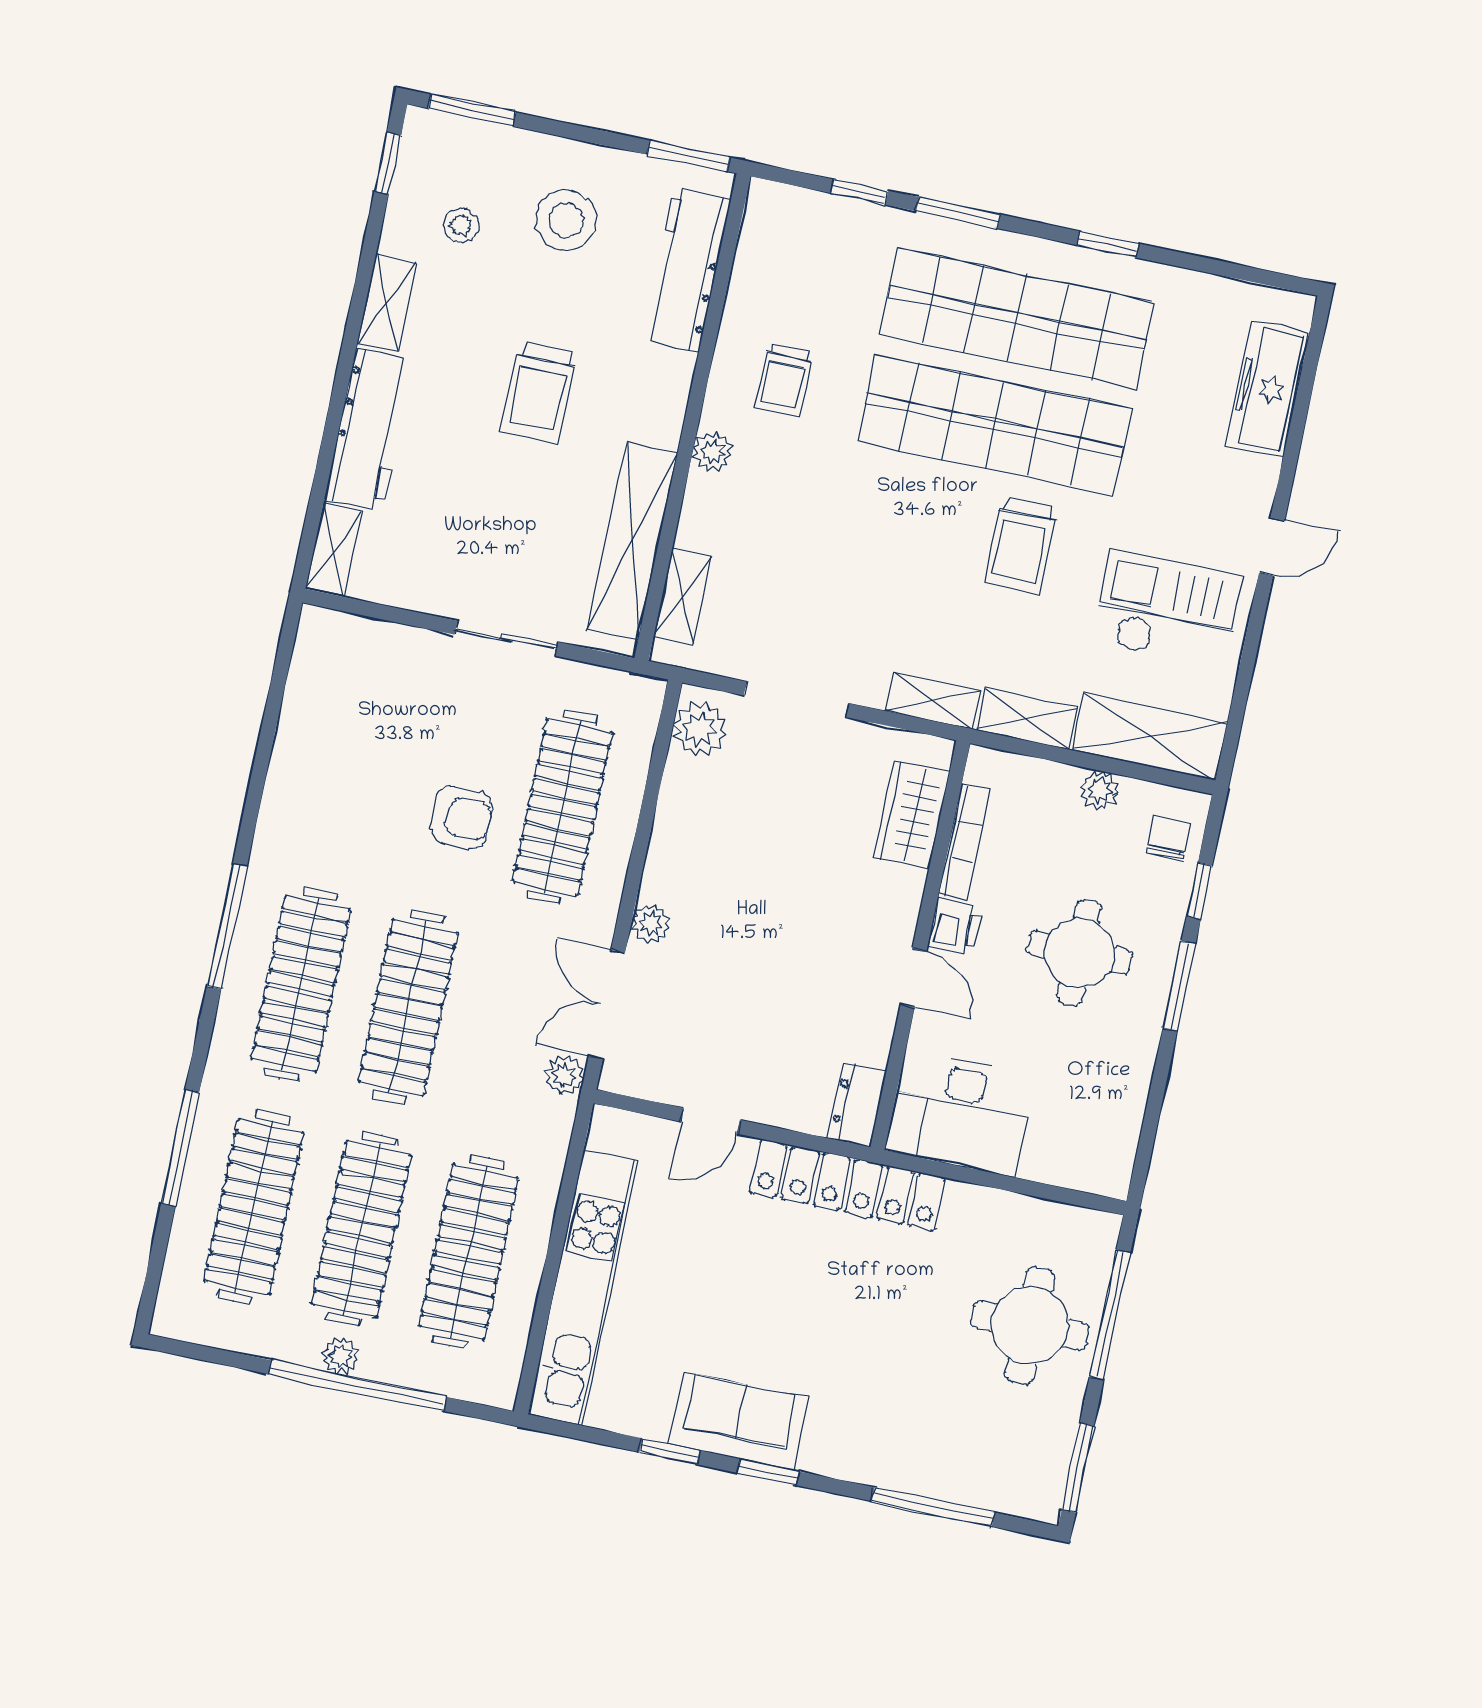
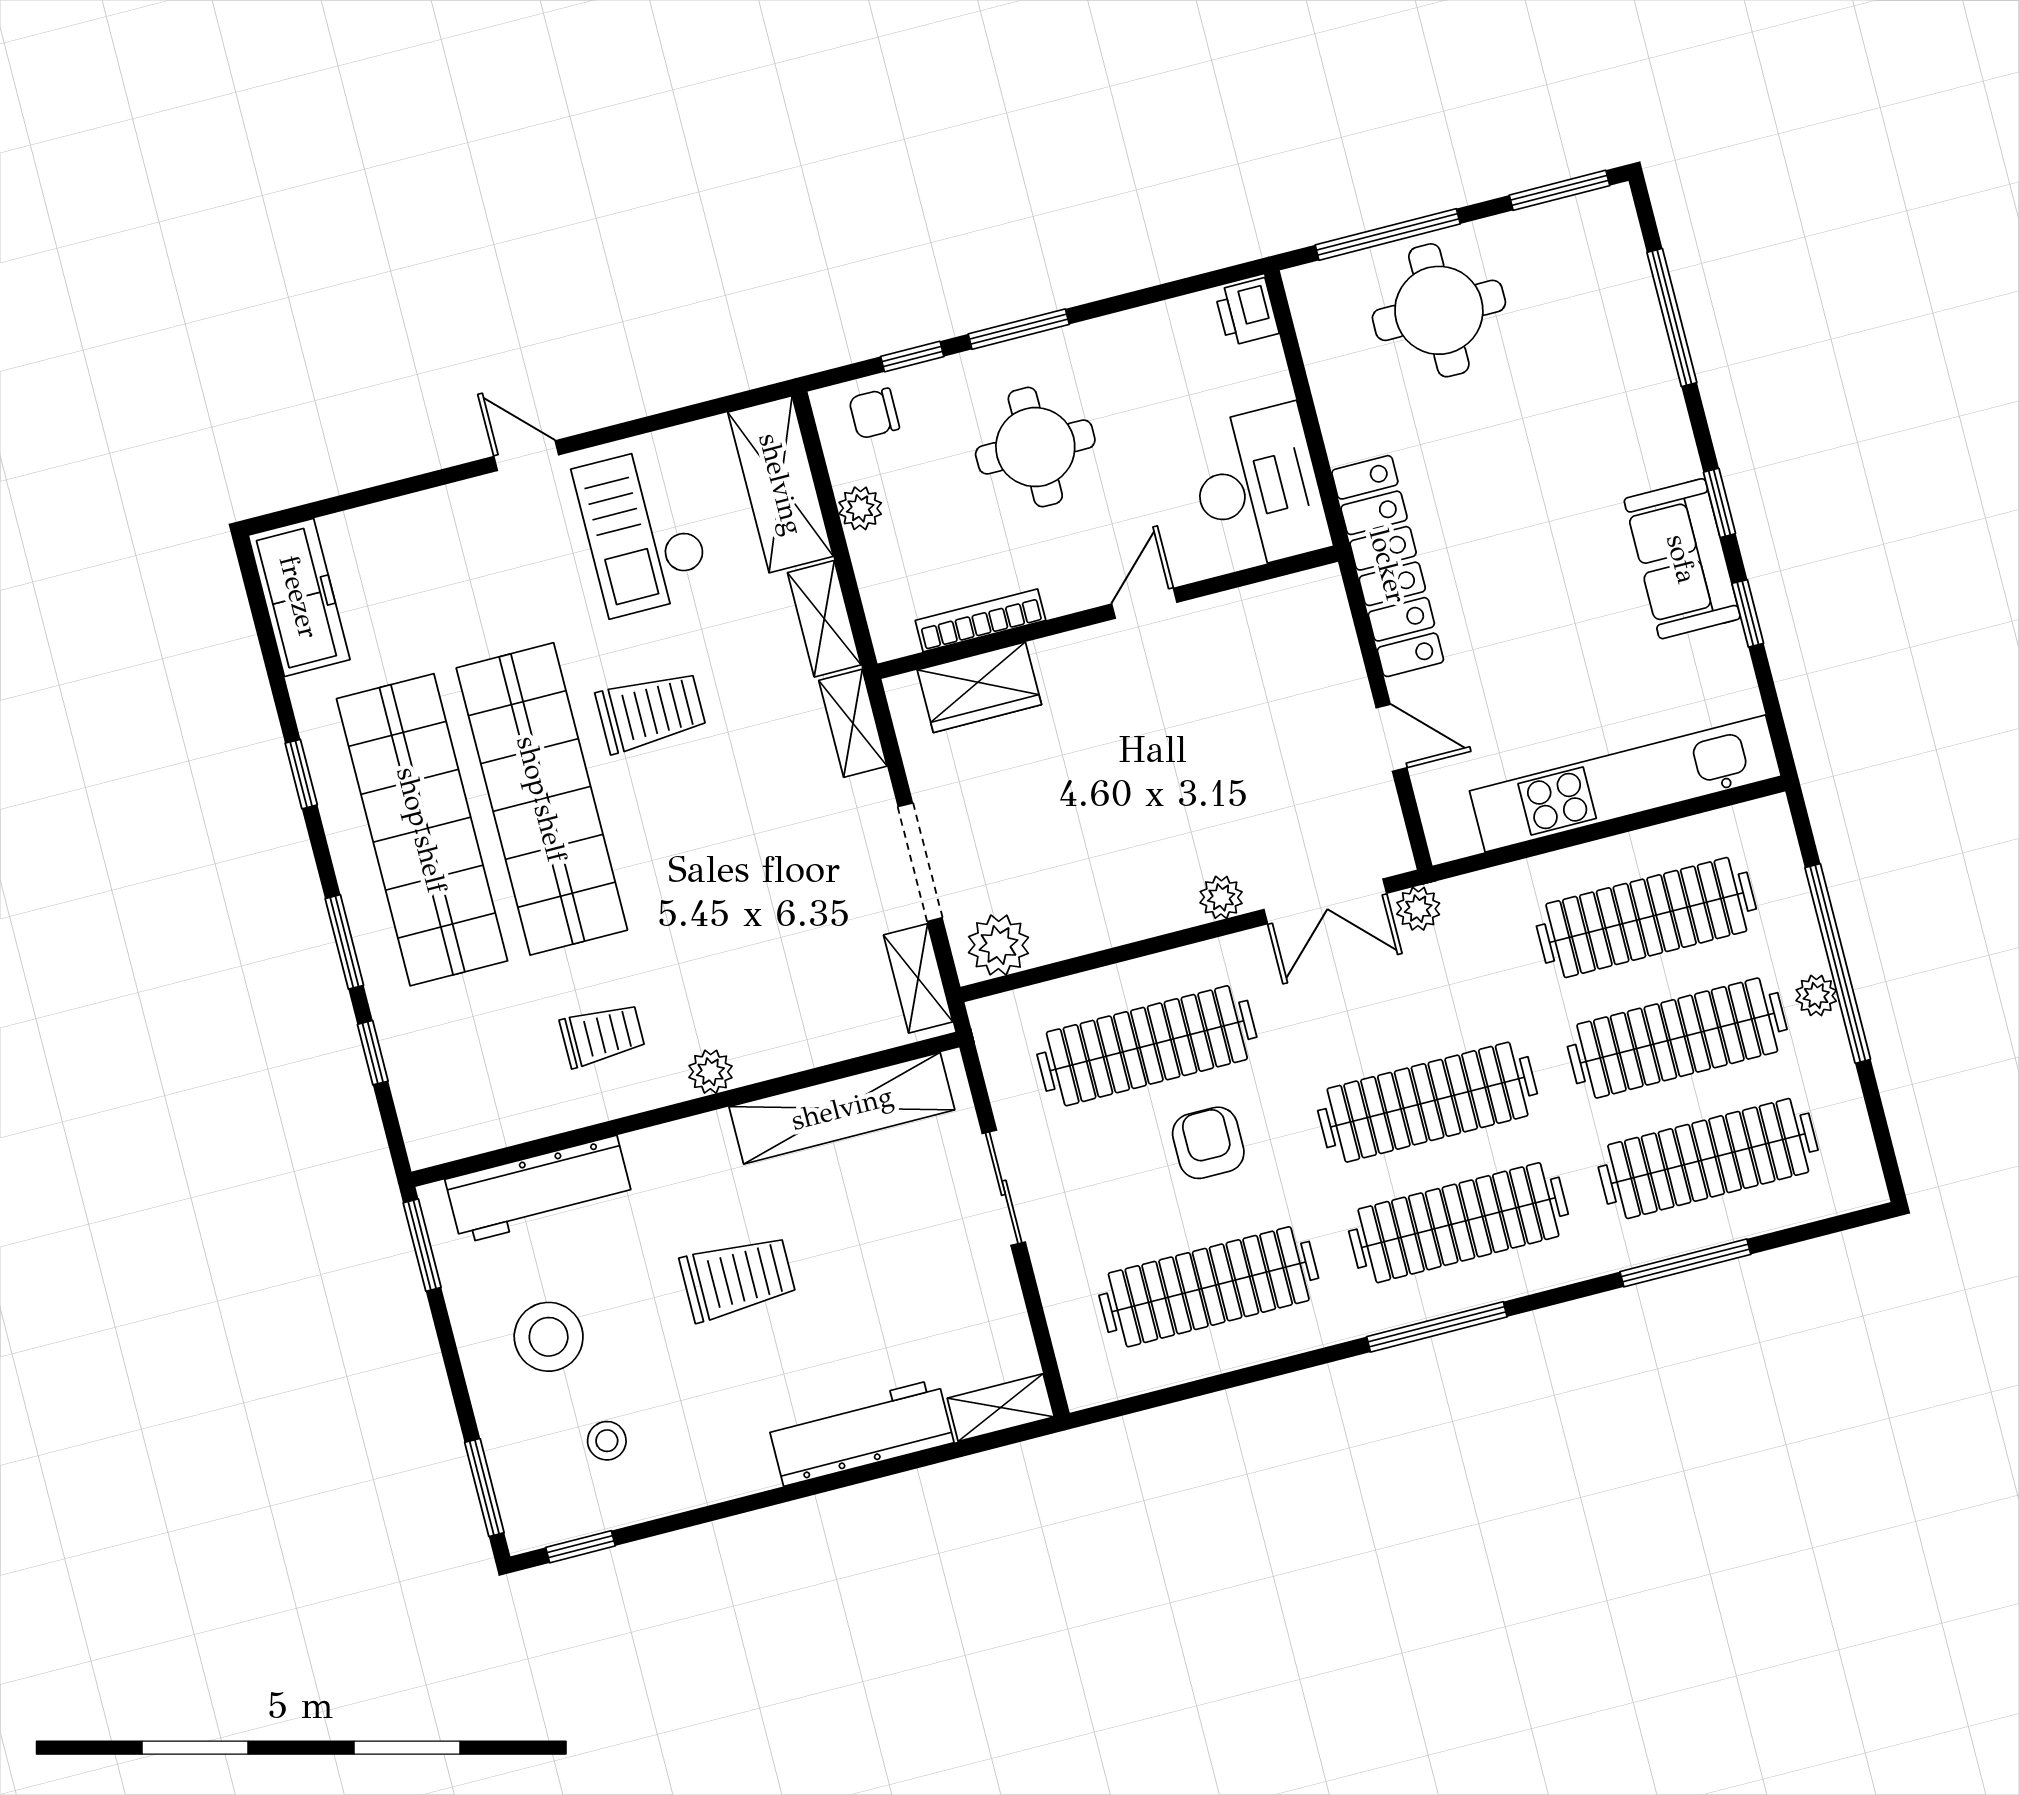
shelving: (387, 303) -> (723, 1477), removed
freezer: (1267, 389) -> (299, 597), moved, turned -90
shelving: (683, 596) -> (918, 978), moved, turned 90
clothes rail: (348, 762) -> (1209, 1287), added
printer: (955, 927) -> (1247, 312), moved, turned -90
dresser: (857, 1105) -> (1301, 597), removed

